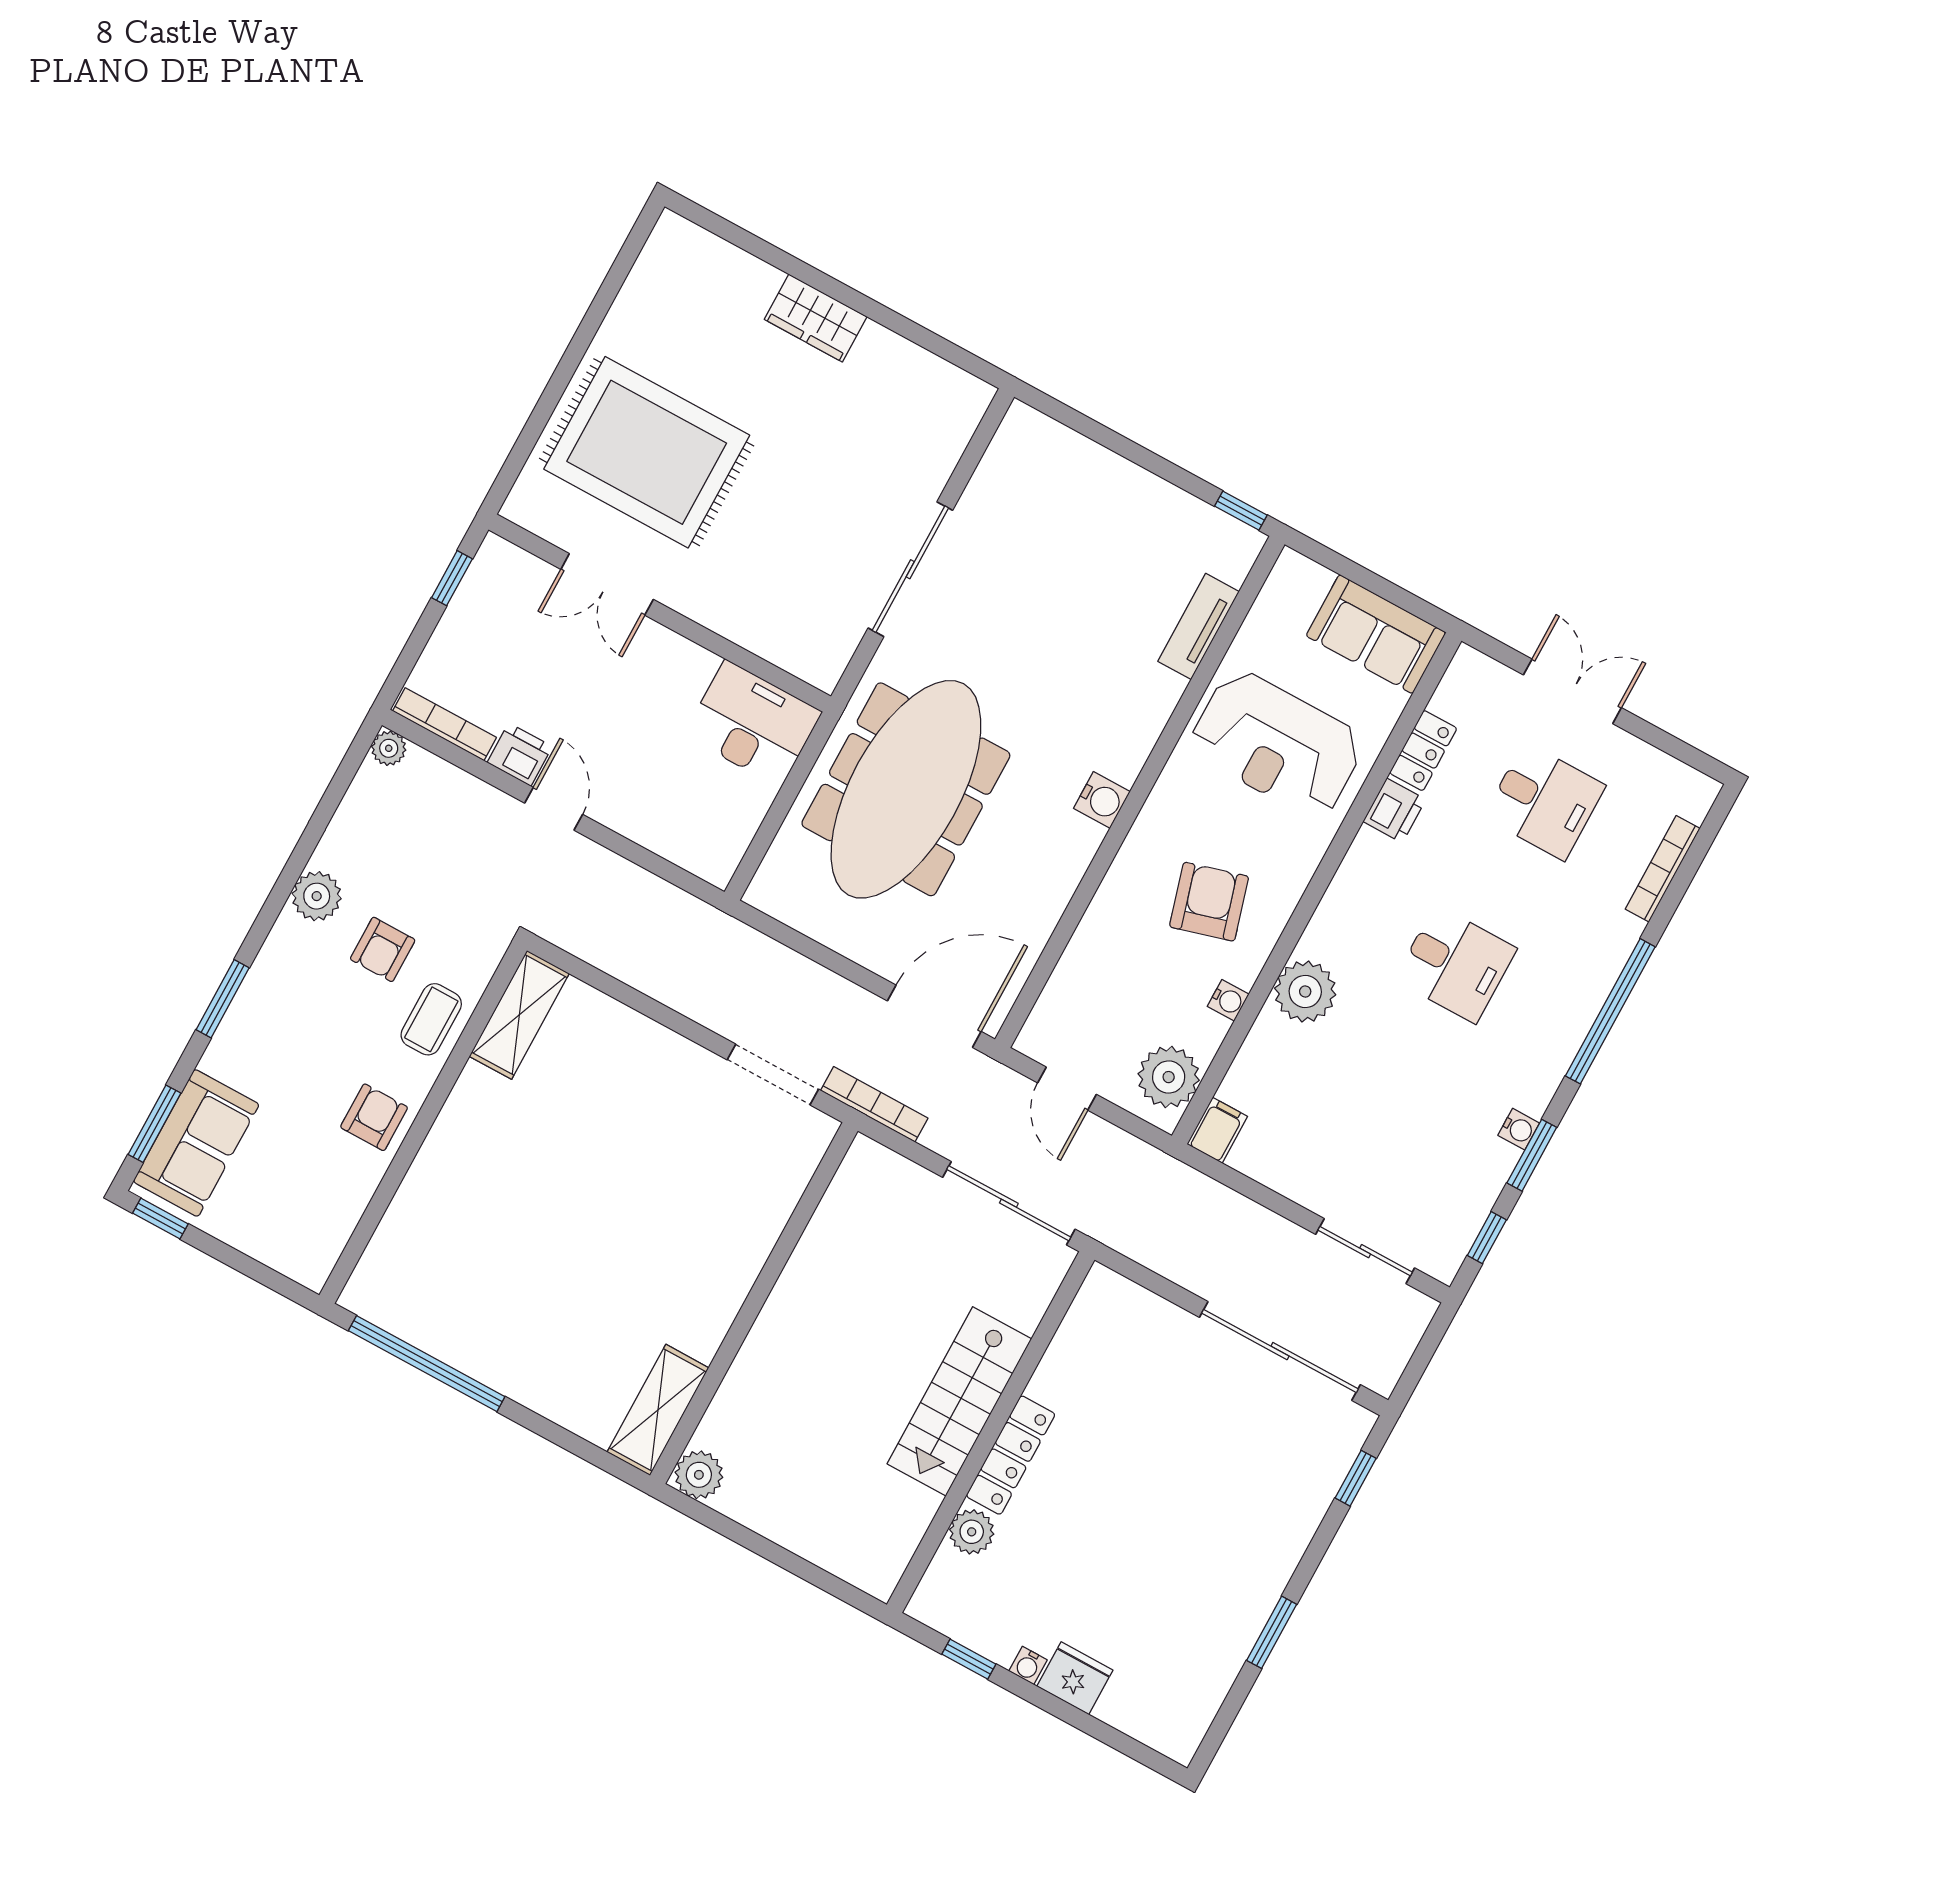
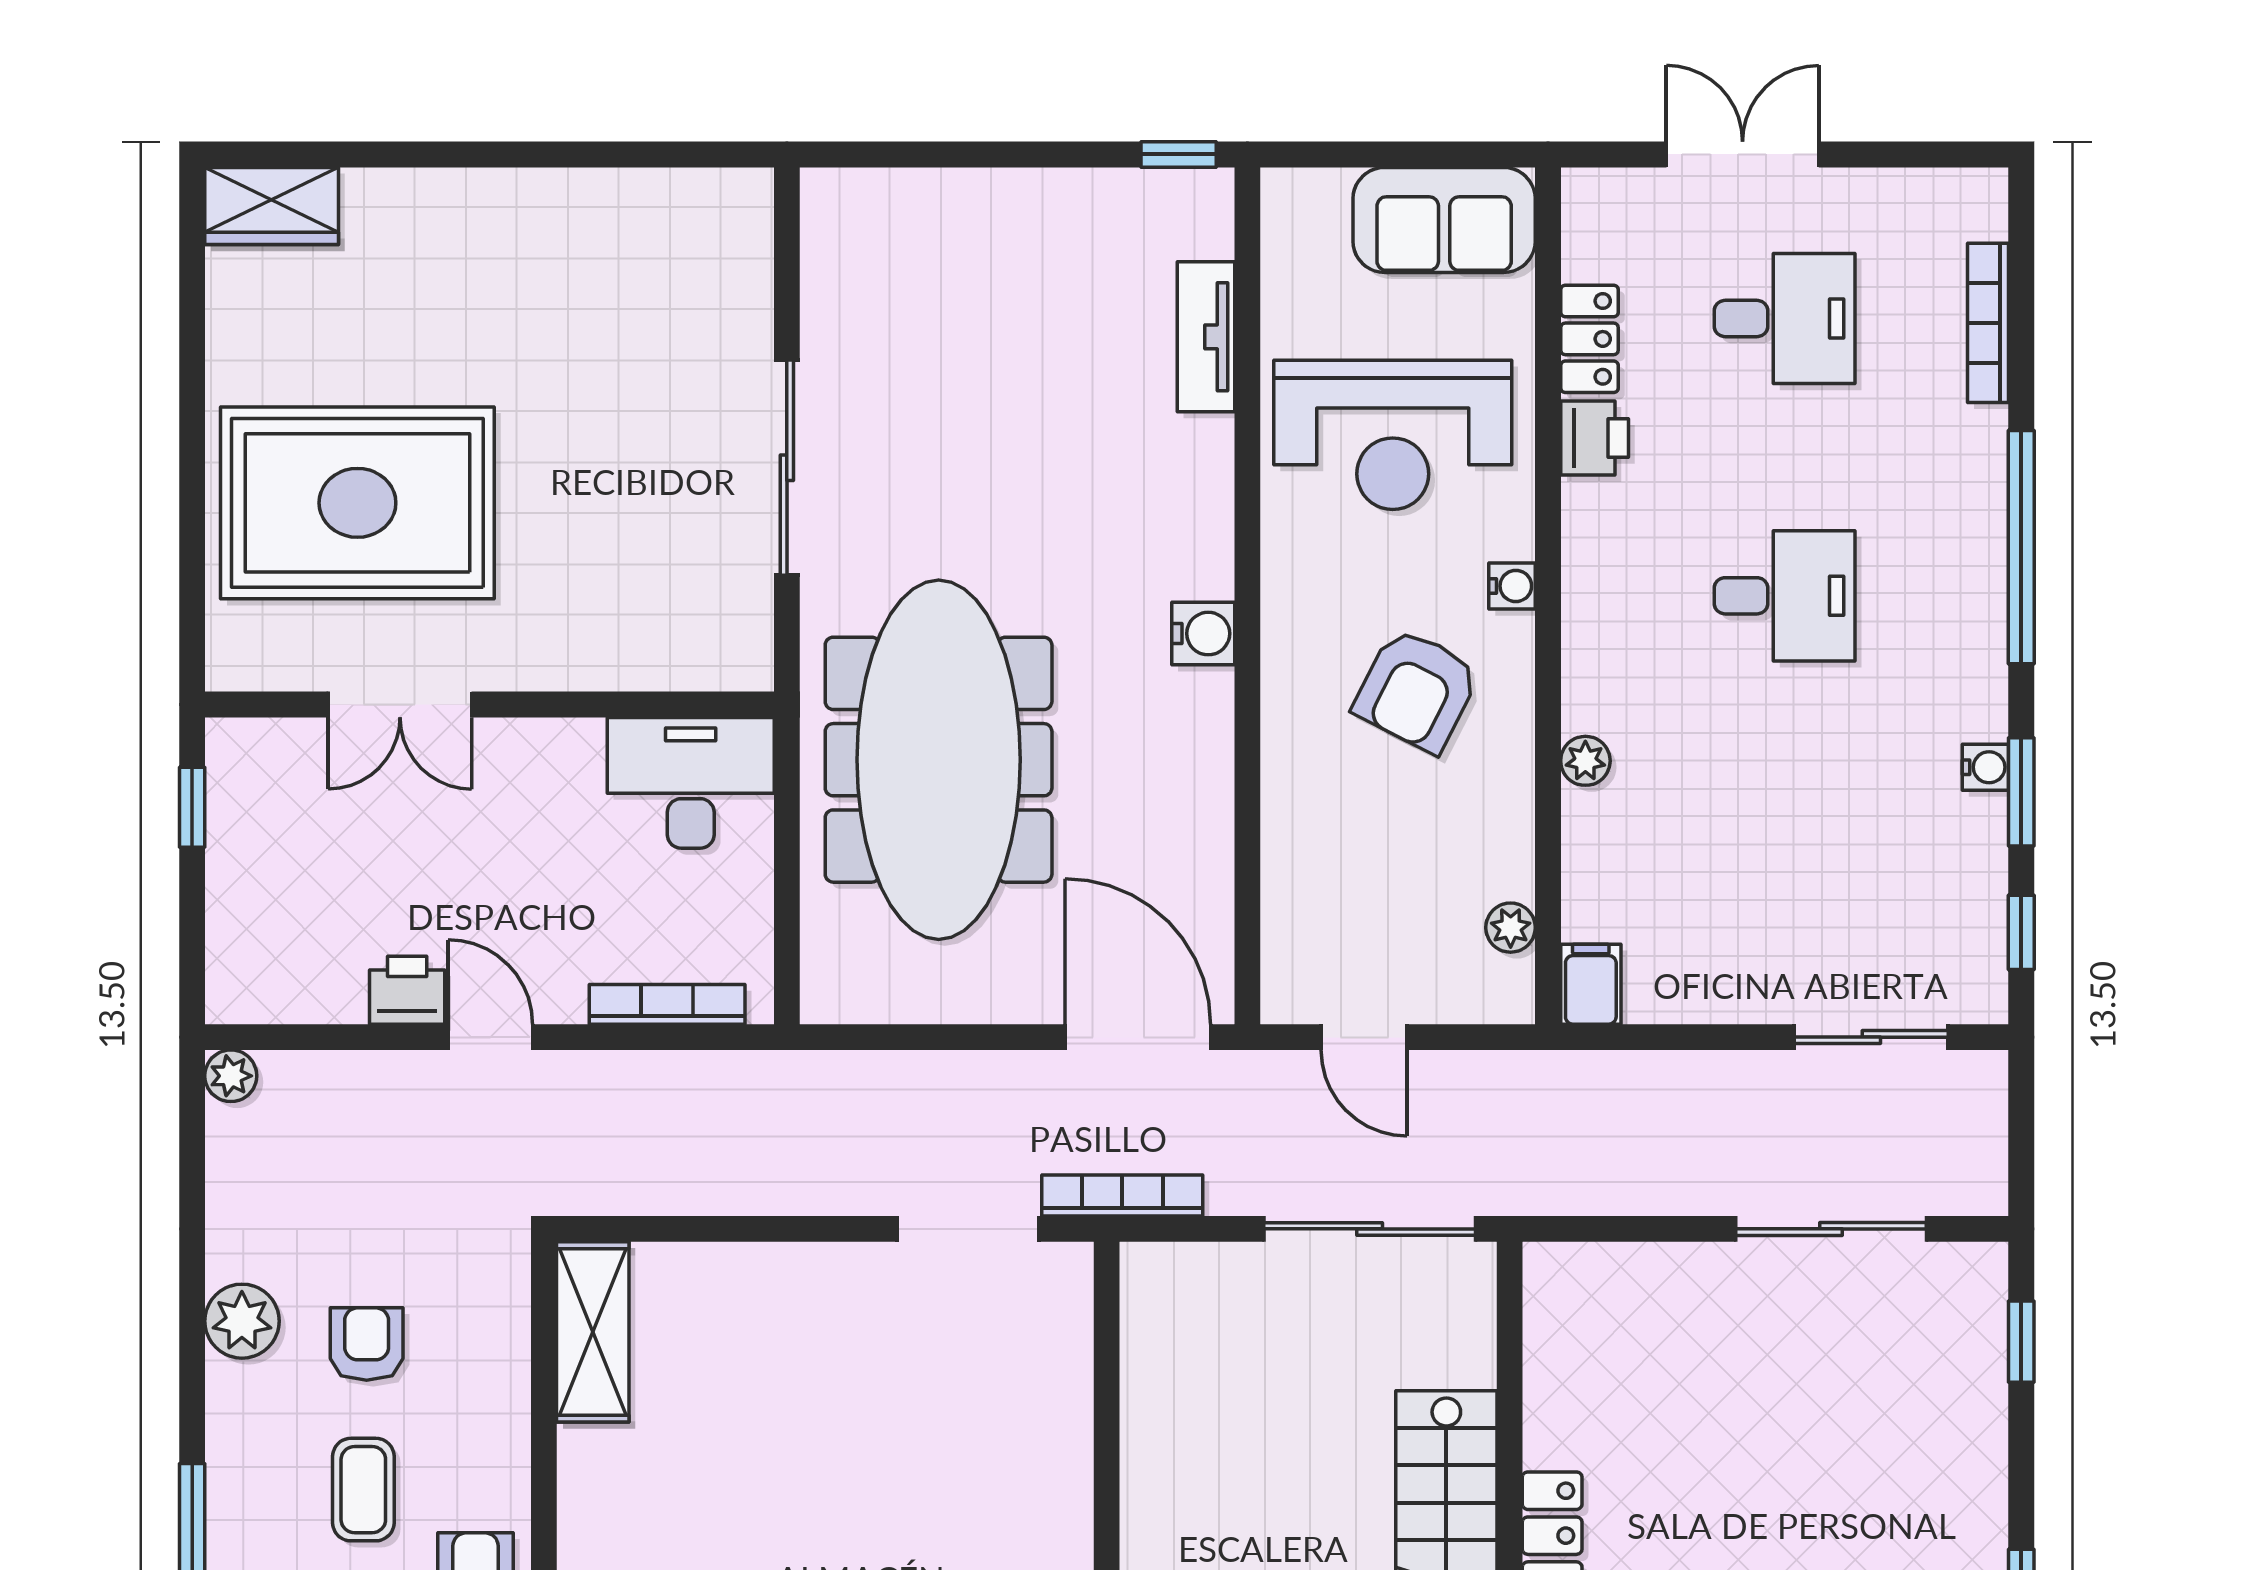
wardrobe: (816, 318) -> (272, 206), moved
bookcase: (444, 724) -> (667, 1004), moved
armchair: (1209, 902) -> (1417, 690), turned -137
armchair: (383, 949) -> (367, 1344), turned 180
plant: (1305, 991) -> (1585, 761), width x0.53, depth x0.53
water cooler: (1228, 1000) -> (1512, 586), moved
door: (934, 1016) -> (1138, 1037), hinge flipped
coffee table: (431, 1019) -> (363, 1490), moved
plant: (1169, 1077) -> (1511, 928), width x0.53, depth x0.53
sliding door: (1280, 1351) -> (1831, 1229), width x0.73

